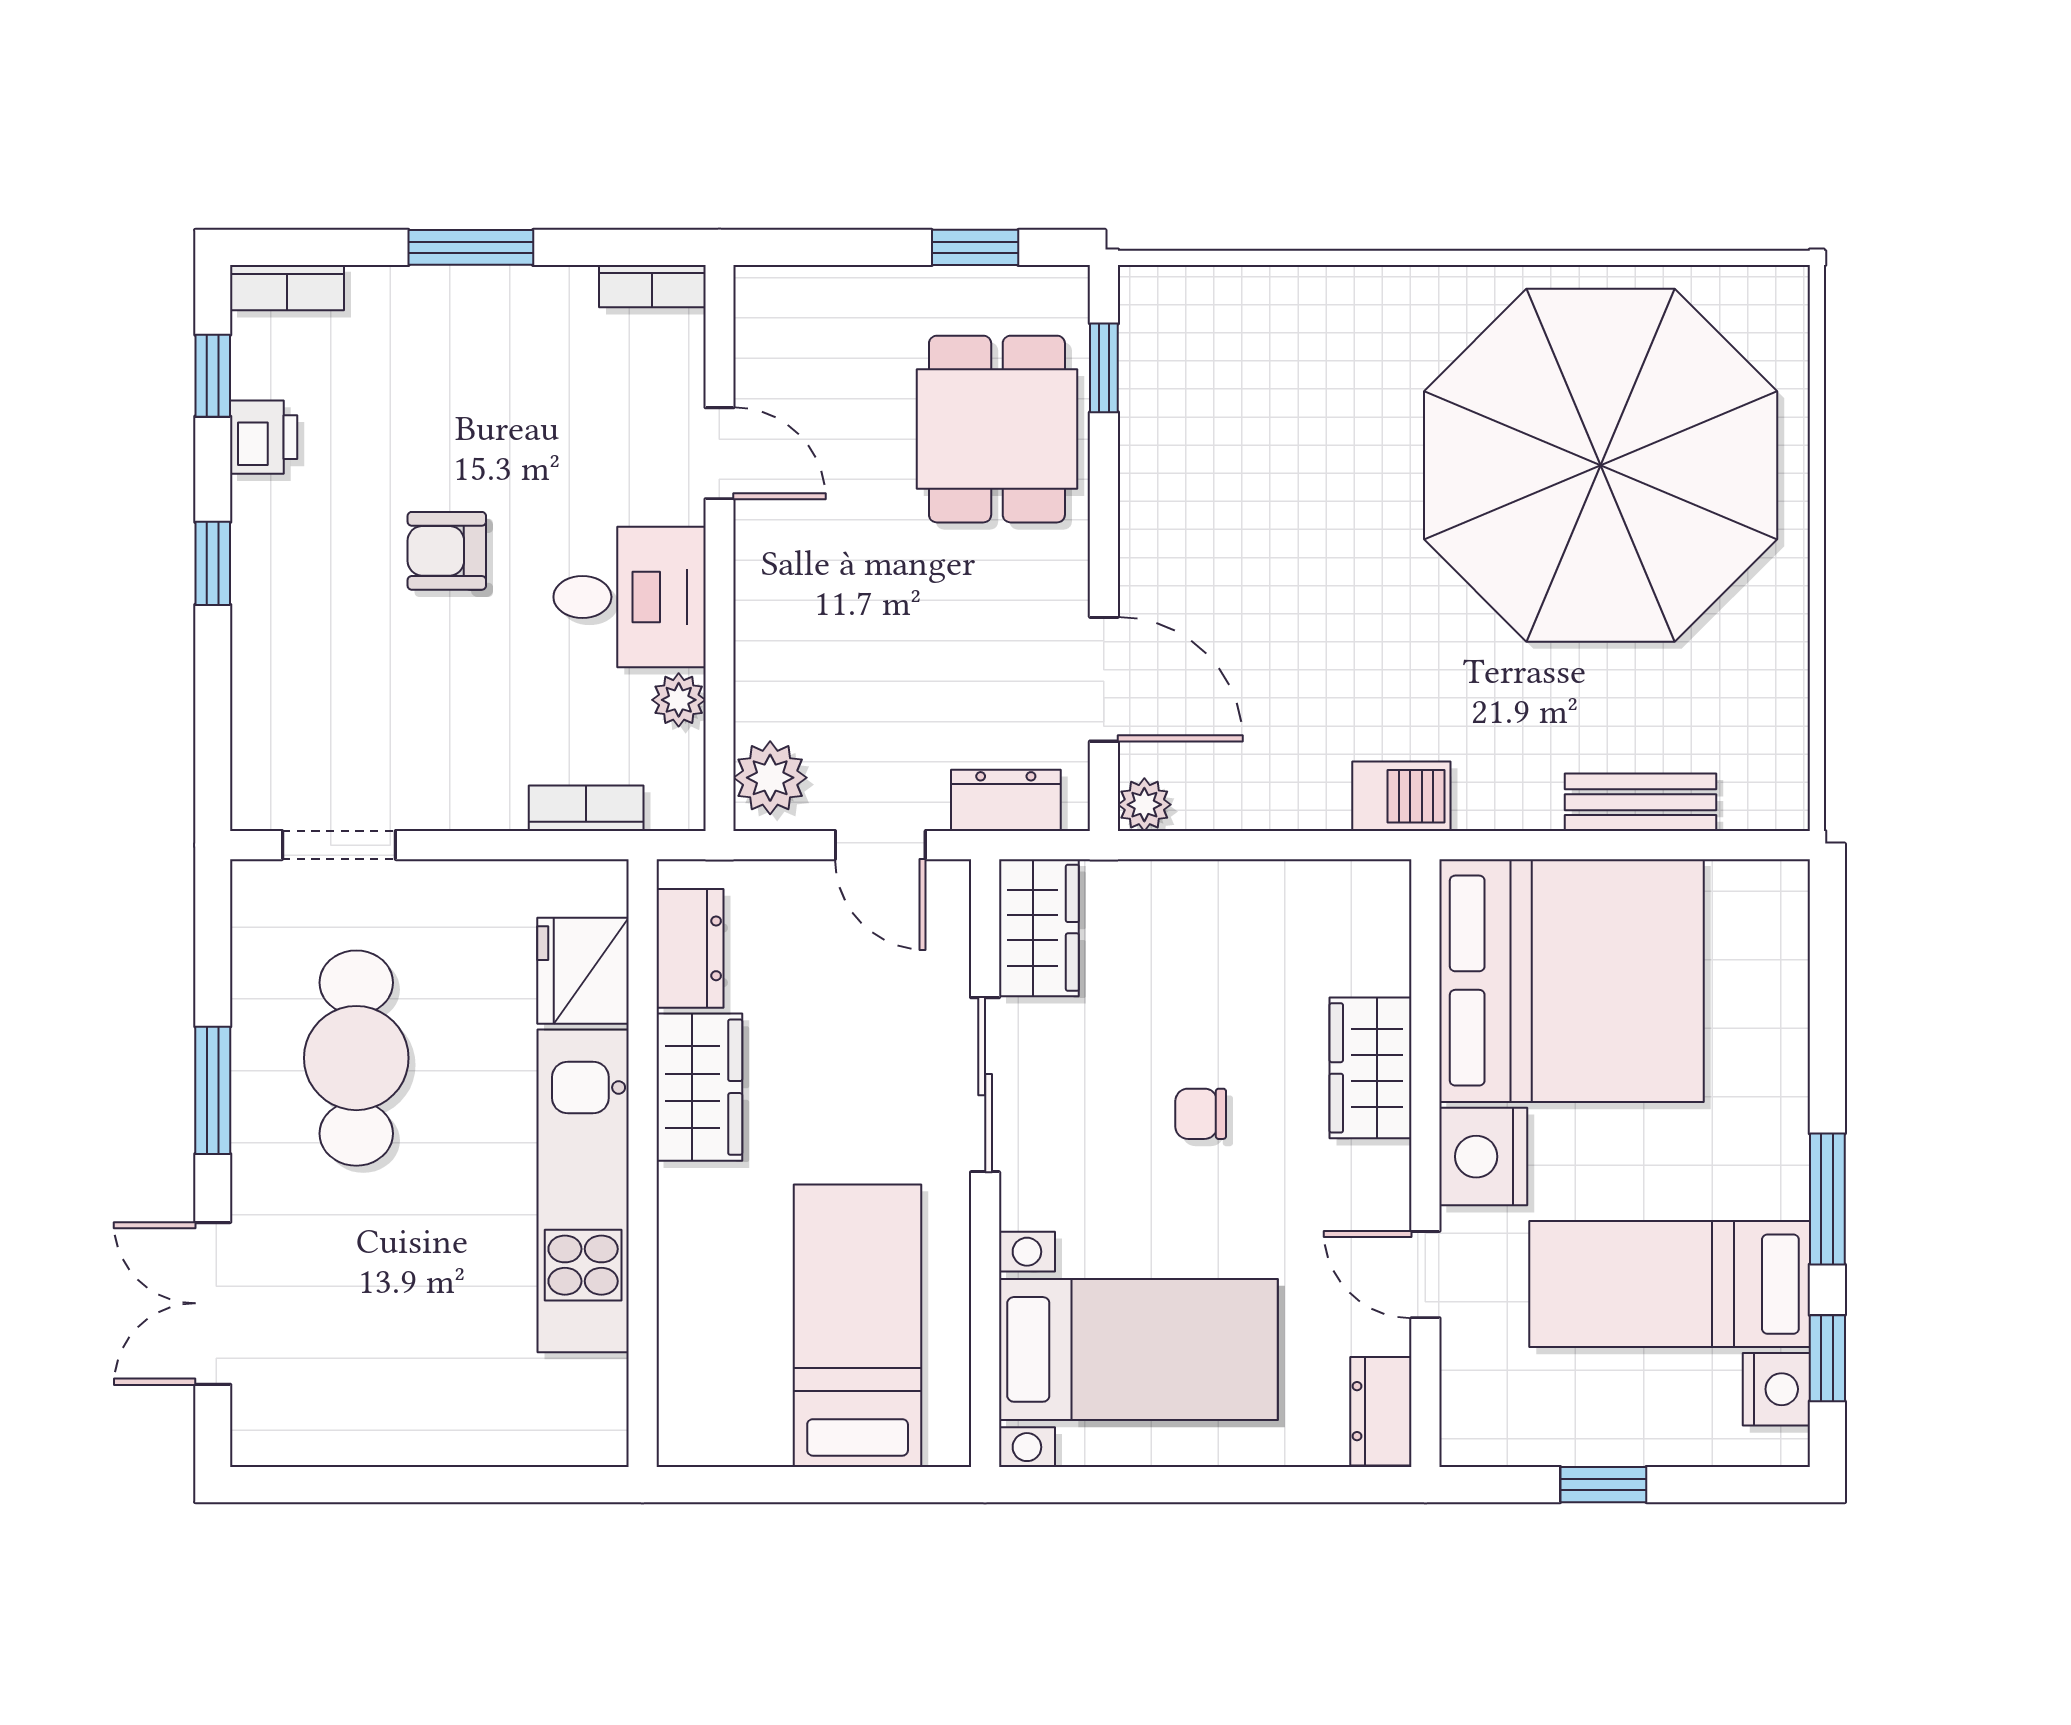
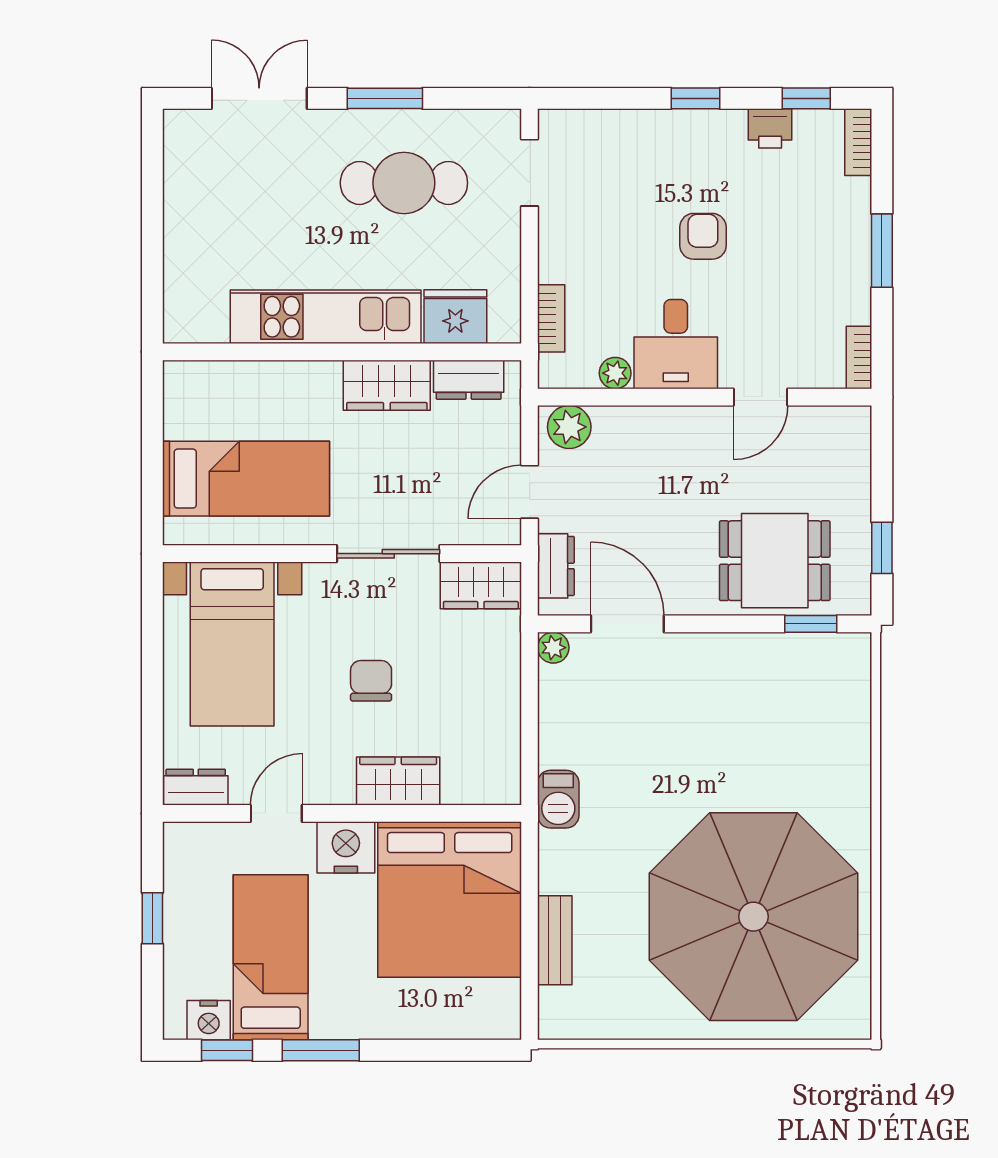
door: (1104, 679) -> (627, 624), swing flipped
chair: (1201, 1114) -> (371, 681), width x1.37, depth x1.37

